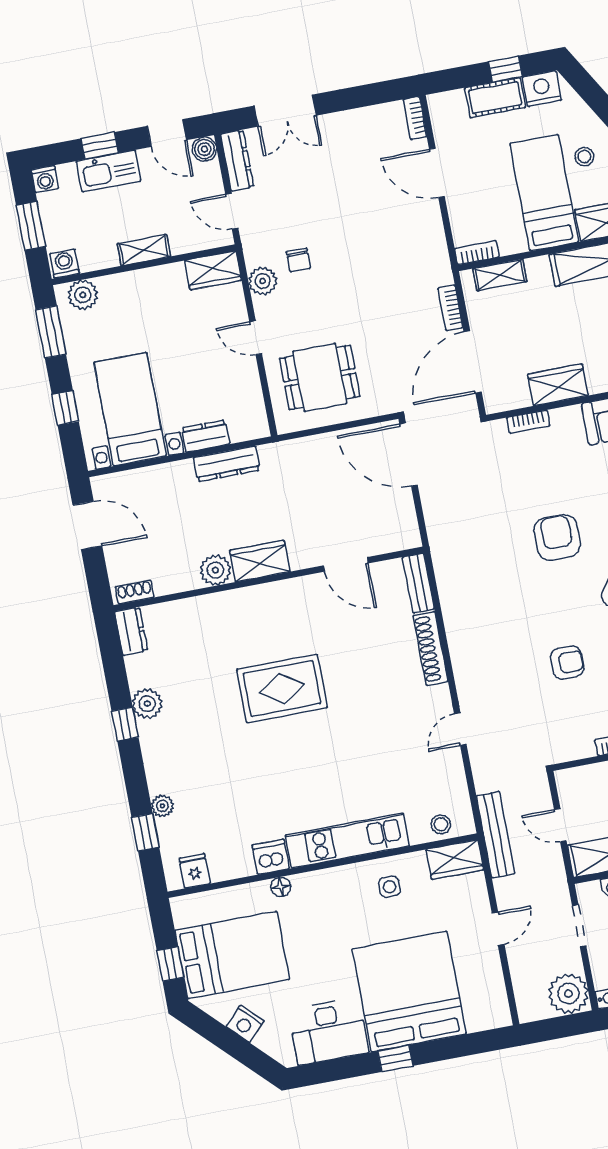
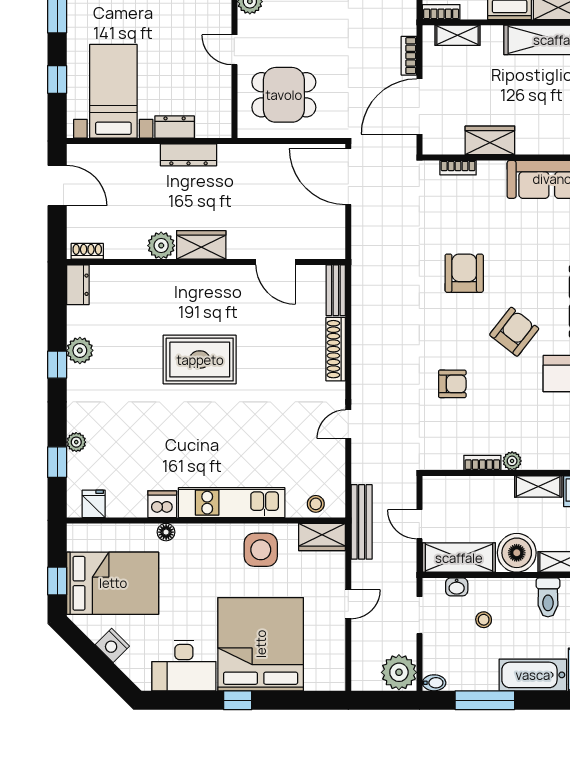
side table: (390, 887) -> (261, 550), width x1.87, depth x1.87

